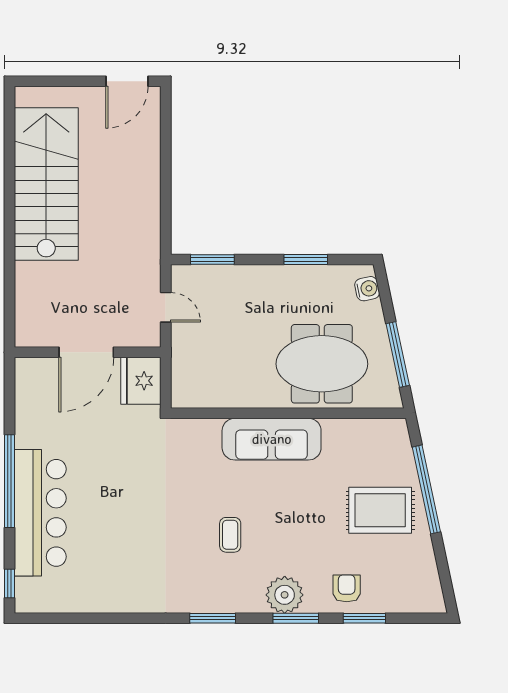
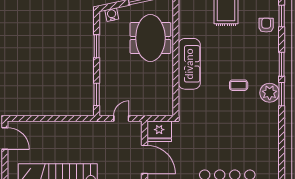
armchair: (347, 588) -> (266, 25), turned 90
plant: (285, 595) -> (270, 93), moved
window: (296, 618) -> (282, 64), moved

